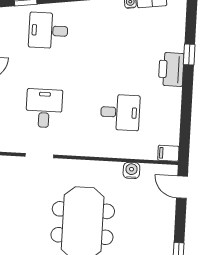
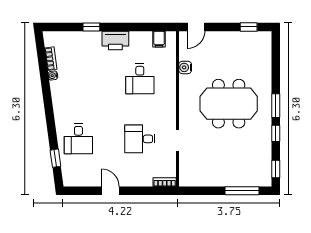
printer: (171, 69) -> (115, 40), moved
desk: (120, 112) -> (140, 79), turned 180
filing cabinet: (168, 153) -> (159, 39), moved

